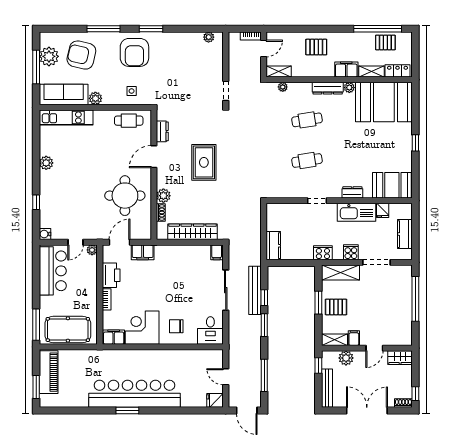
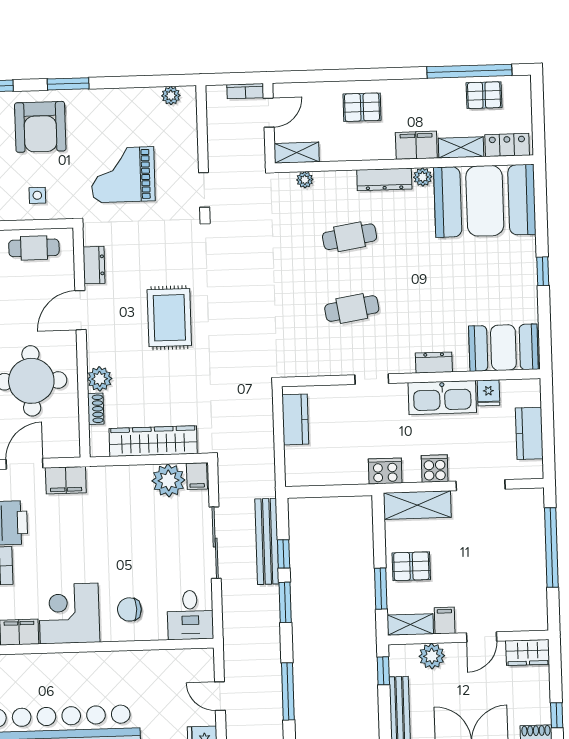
grand piano: (180, 81) -> (123, 175), added
kitchen counter: (273, 246) -> (295, 419), moved
plant: (201, 254) -> (168, 480), added
window: (318, 303) -> (381, 589), moved

